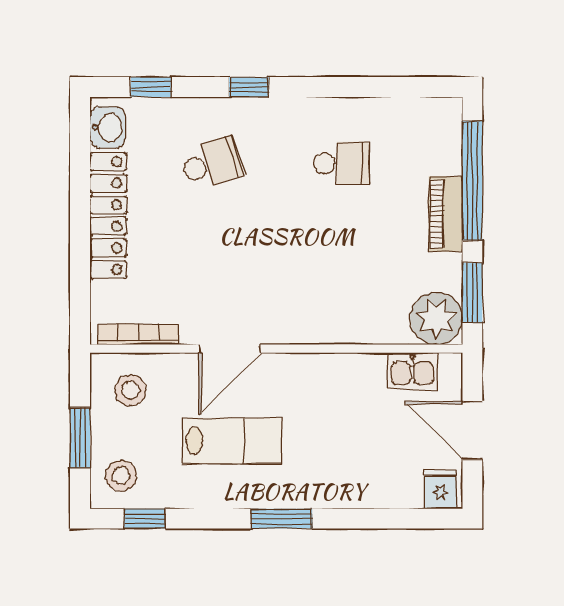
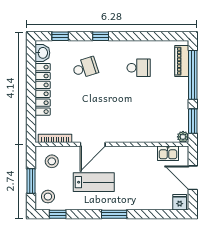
piano: (446, 214) -> (182, 61), moved
plant: (436, 318) -> (183, 137), width x0.53, depth x0.53

